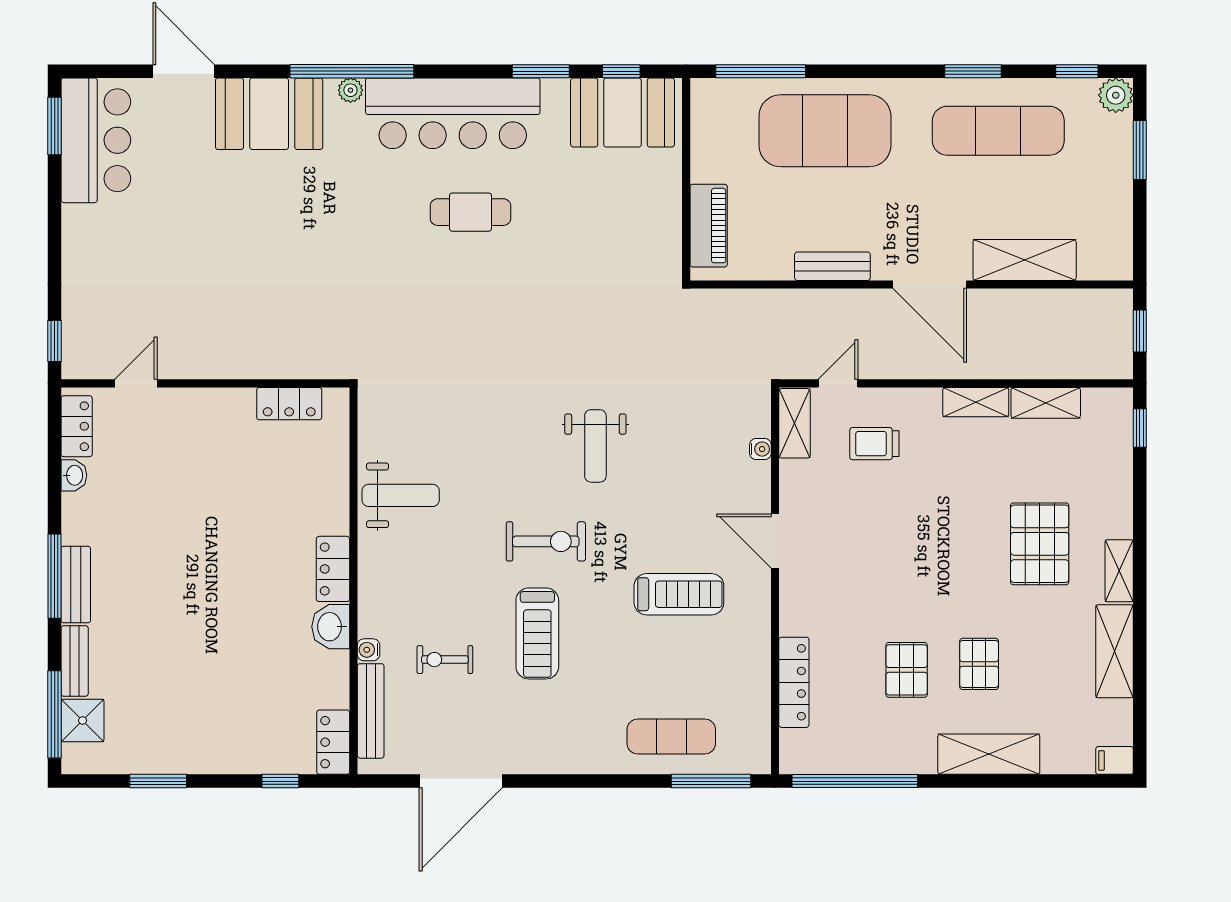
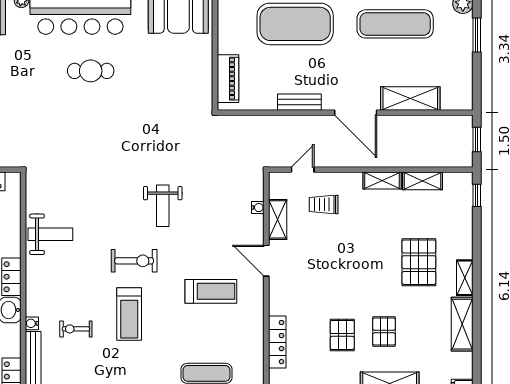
shelving: (795, 423) -> (278, 219), moved

